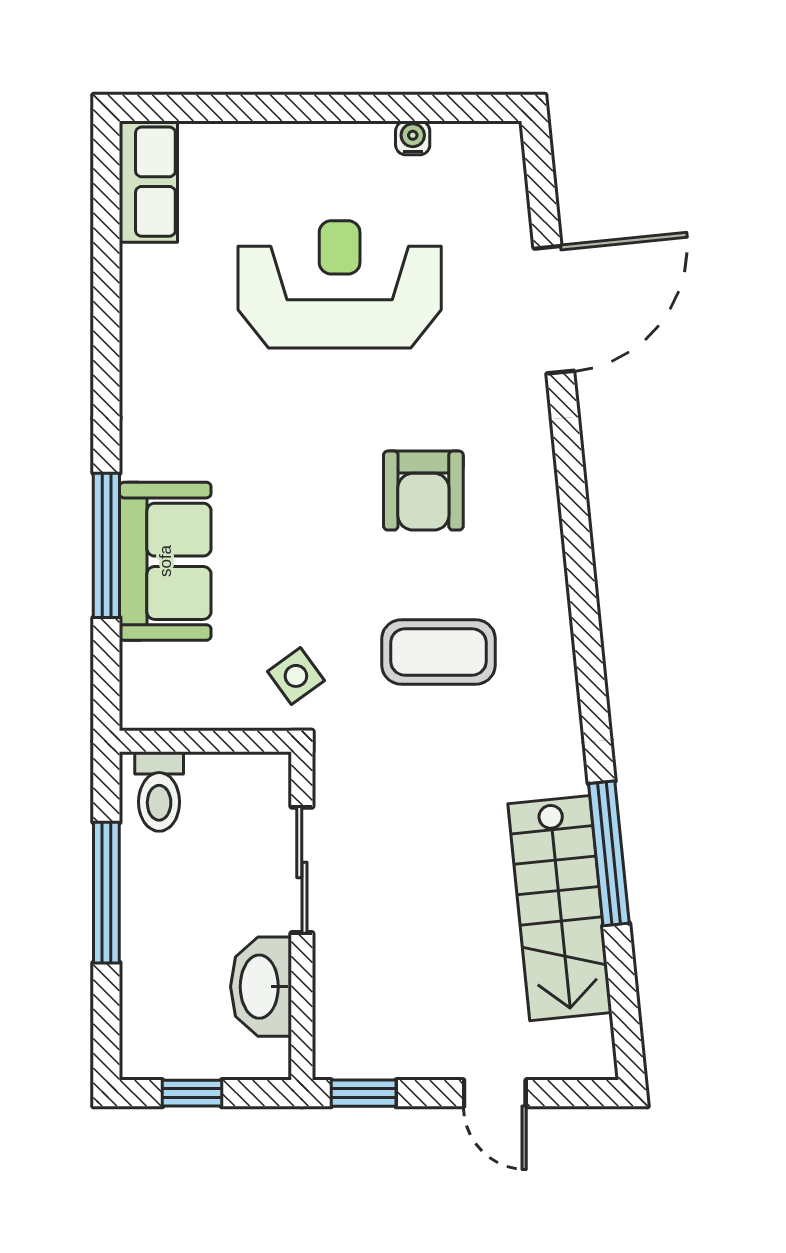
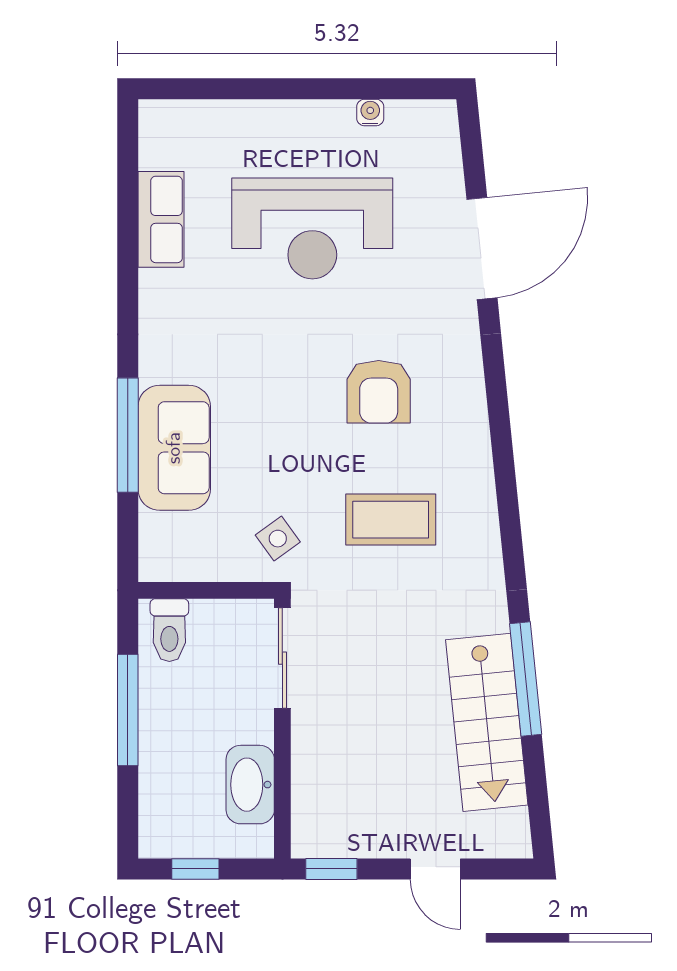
row of seats: (148, 182) -> (161, 219), moved
reception desk: (340, 284) -> (312, 228), turned 180
sliding door: (302, 870) -> (282, 658), moved

